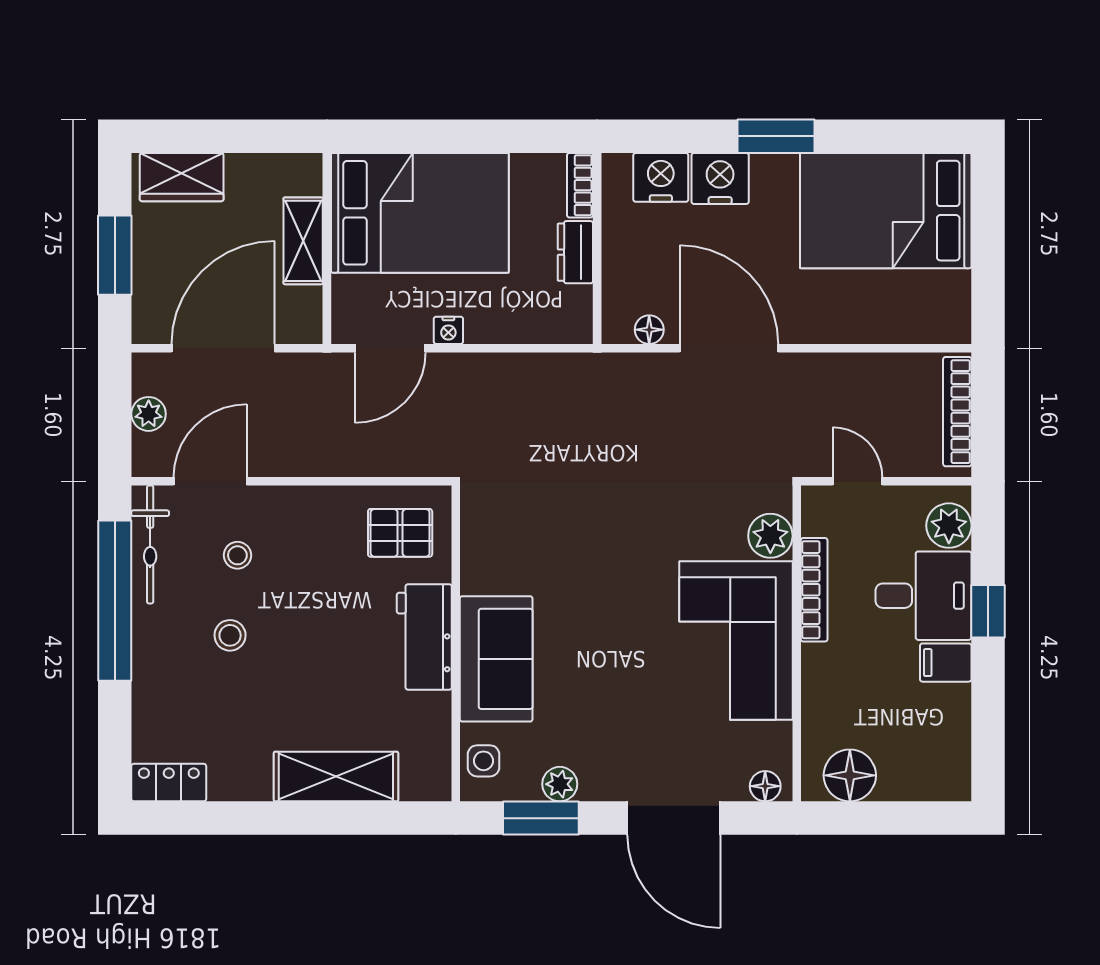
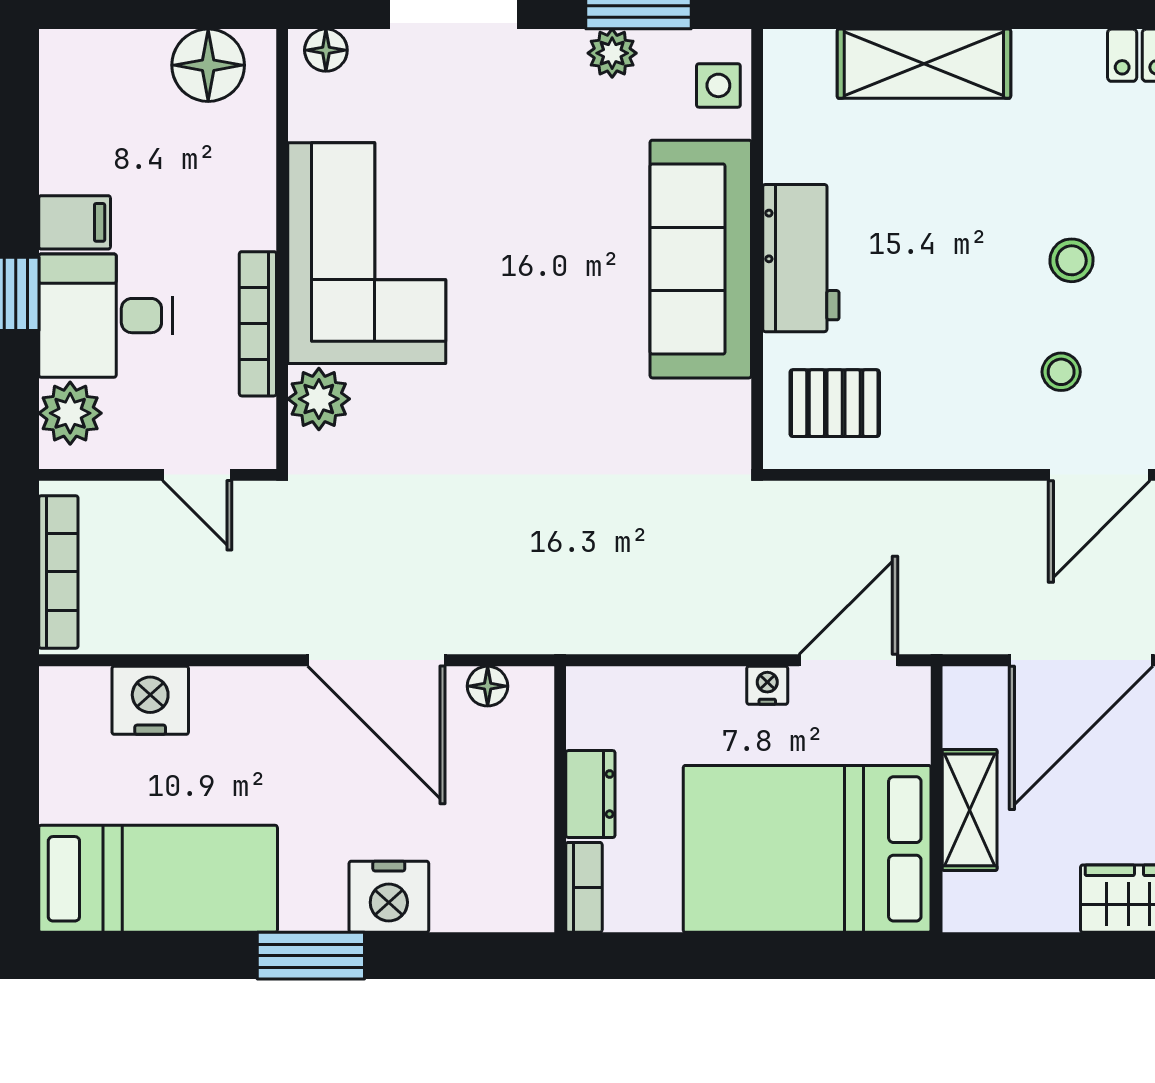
nightstand: (661, 177) -> (150, 700), moved, turned 180
bed: (886, 211) -> (158, 879), width x0.67
sofa: (496, 659) -> (701, 259), width x1.36

